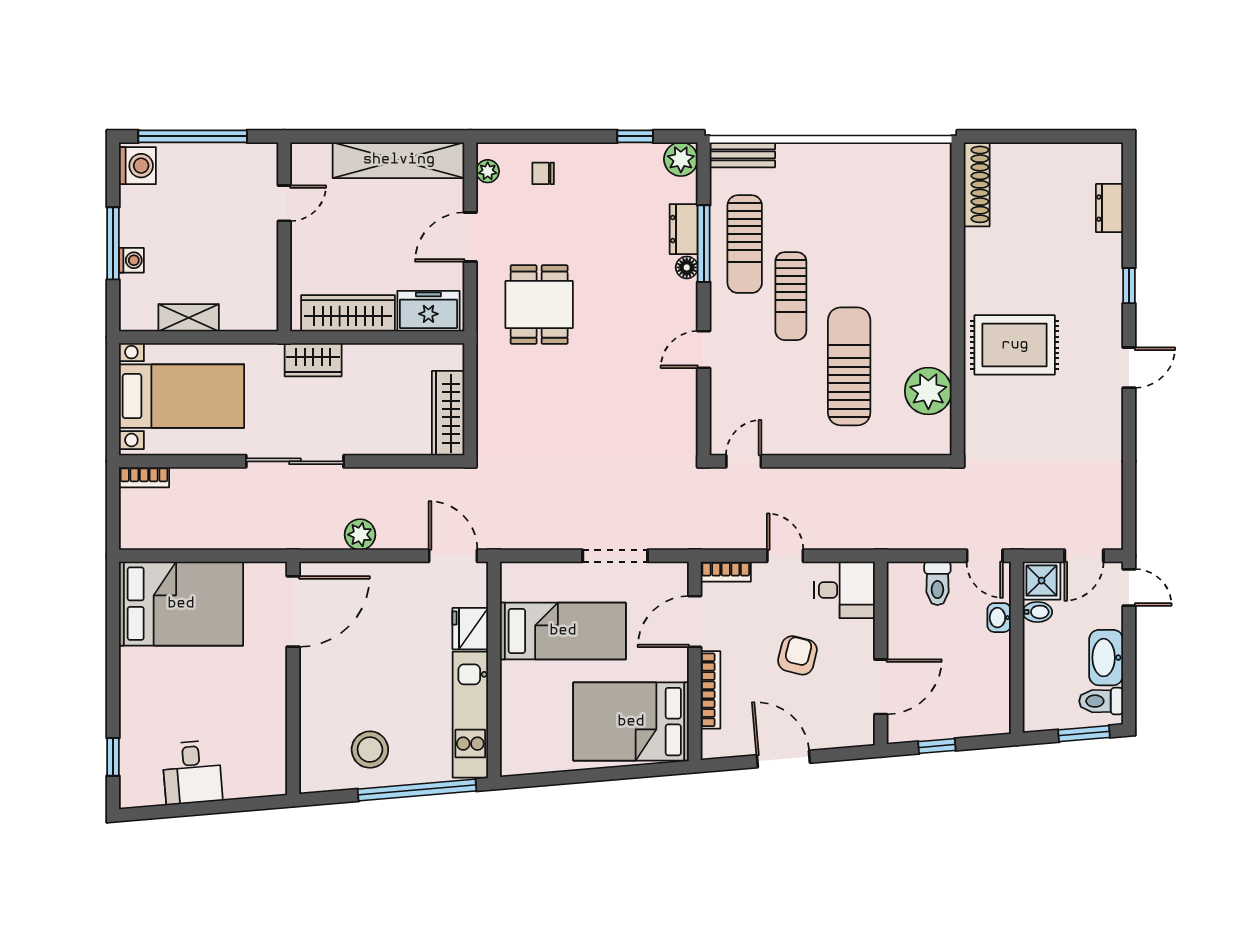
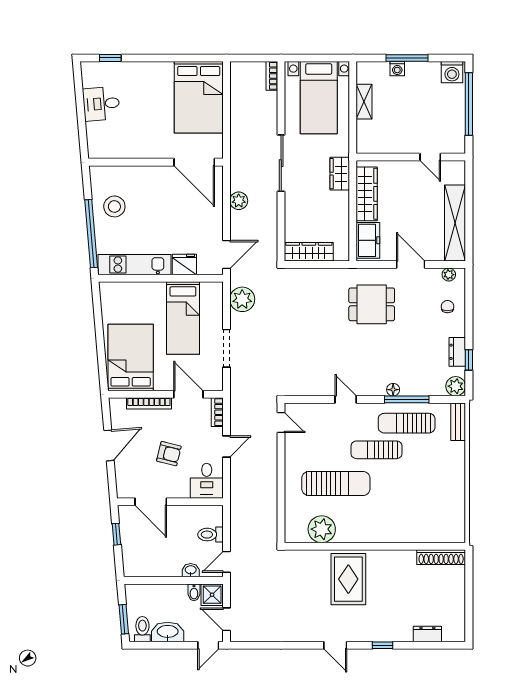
dresser: (684, 229) -> (457, 352), moved, turned -90
plant: (531, 528) -> (242, 299), added

